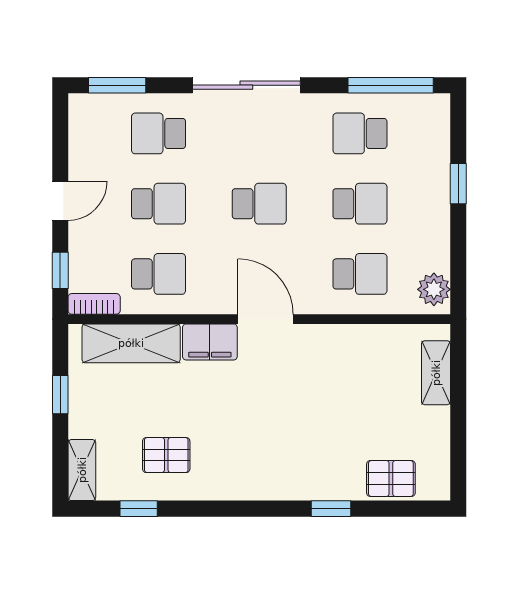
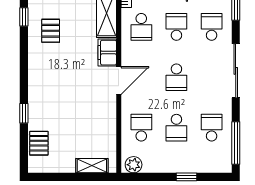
school desk: (159, 204) -> (176, 27), turned 180
school desk: (360, 274) -> (141, 128), turned 180

